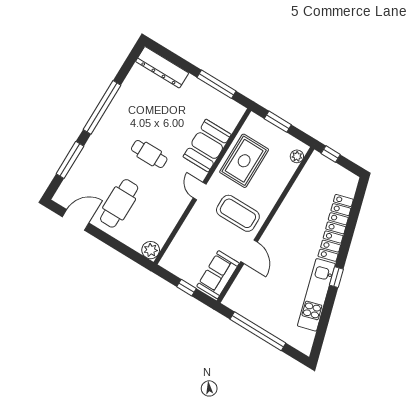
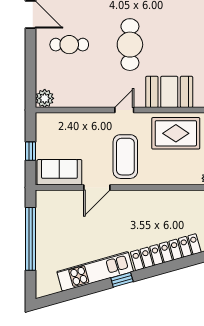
cafe table: (149, 154) -> (130, 45), width x1.37, depth x1.35
cafe table: (119, 203) -> (69, 45), width x0.73, depth x0.74

